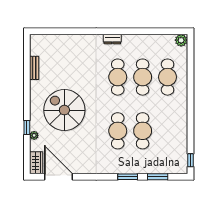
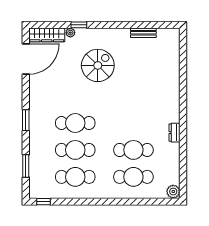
dresser: (112, 39) -> (175, 133), moved
cafe table: (118, 77) -> (75, 177), moved
spiral stairs: (64, 110) -> (98, 65), width x0.73, depth x0.73
wardrobe: (36, 163) -> (47, 35), width x1.50
window: (128, 177) -> (26, 120), moved

